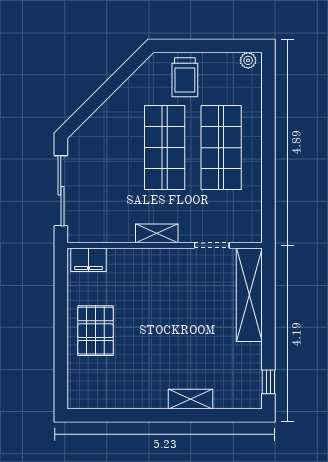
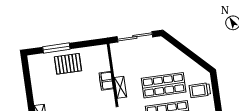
filing cabinet: (88, 260) -> (106, 81), moved
window: (61, 349) -> (56, 48), added

